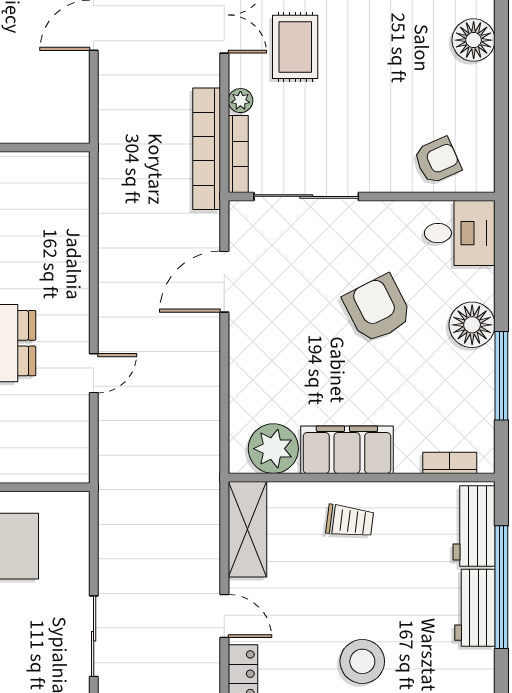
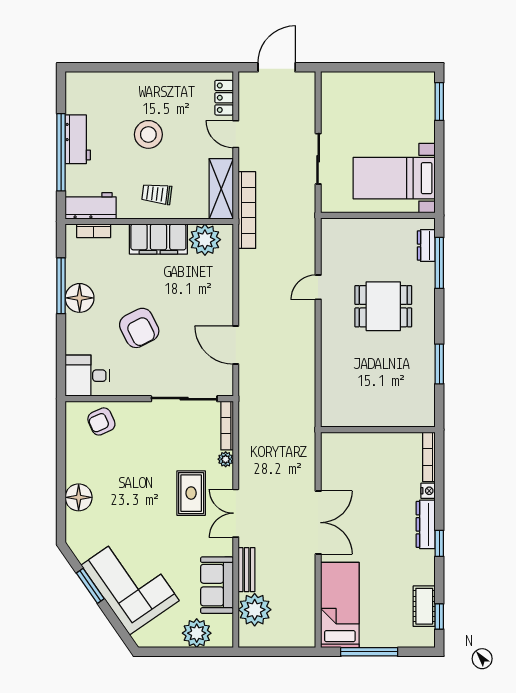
bookcase: (207, 149) -> (247, 210), moved
door: (224, 282) -> (236, 345), swing flipped
floor lamp: (472, 325) -> (80, 298), moved
workbench: (474, 526) -> (91, 206), moved, turned -90
sliding door: (94, 636) -> (318, 159), moved
stool: (362, 661) -> (148, 134), moved

